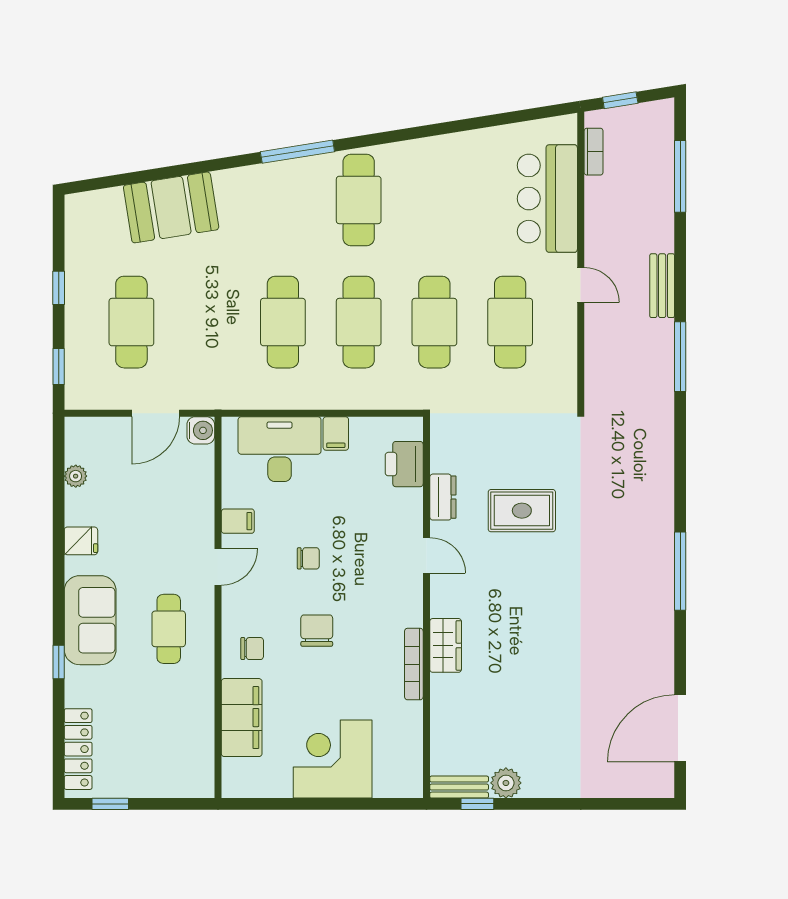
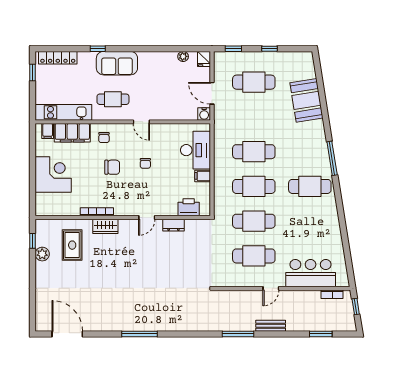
window: (680, 176) -> (321, 334), width x0.69
rug: (522, 511) -> (72, 245), moved
filing cabinet: (238, 521) -> (48, 131), moved
fridge: (81, 541) -> (204, 59), moved
kitchen unit: (197, 737) -> (63, 112), added
bench: (459, 787) -> (40, 233), removed

